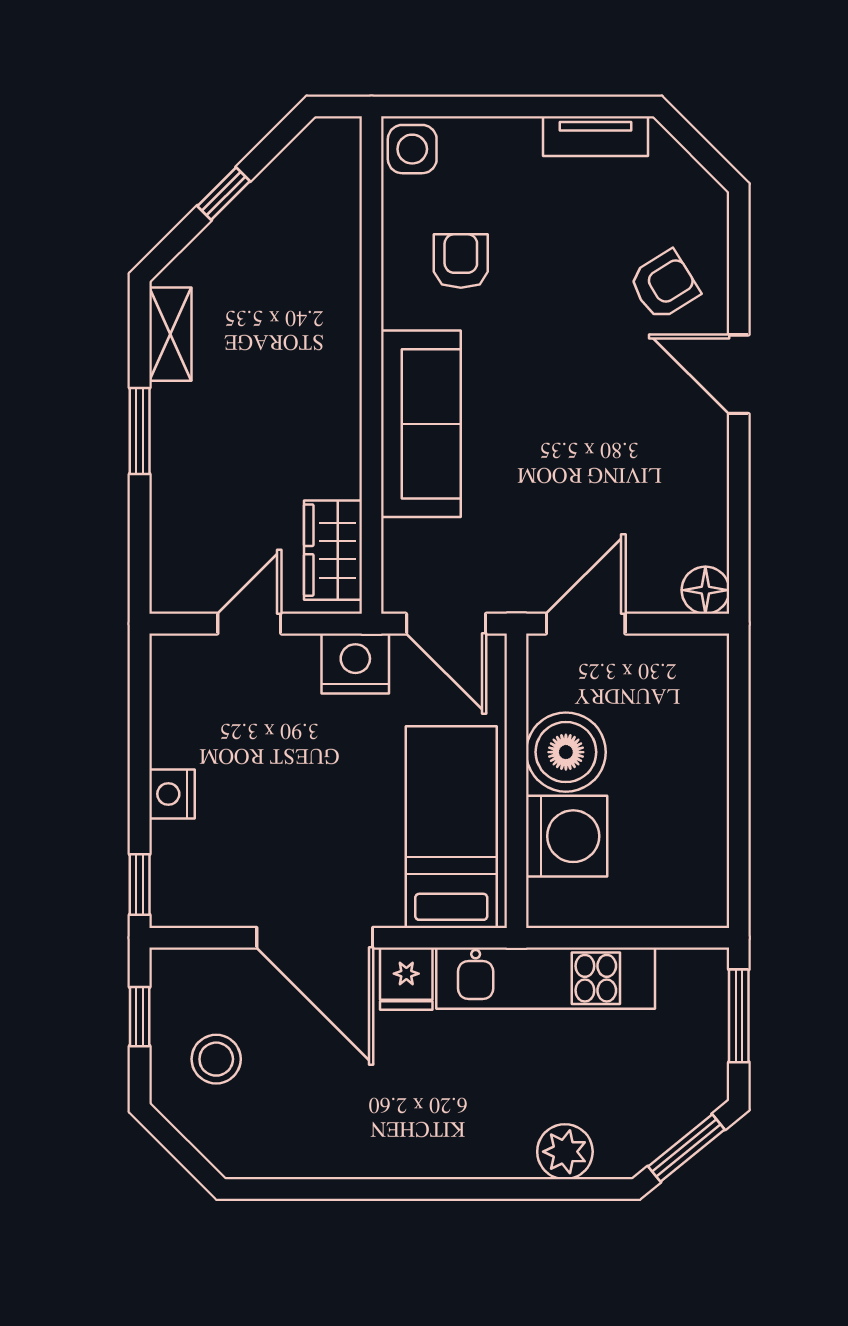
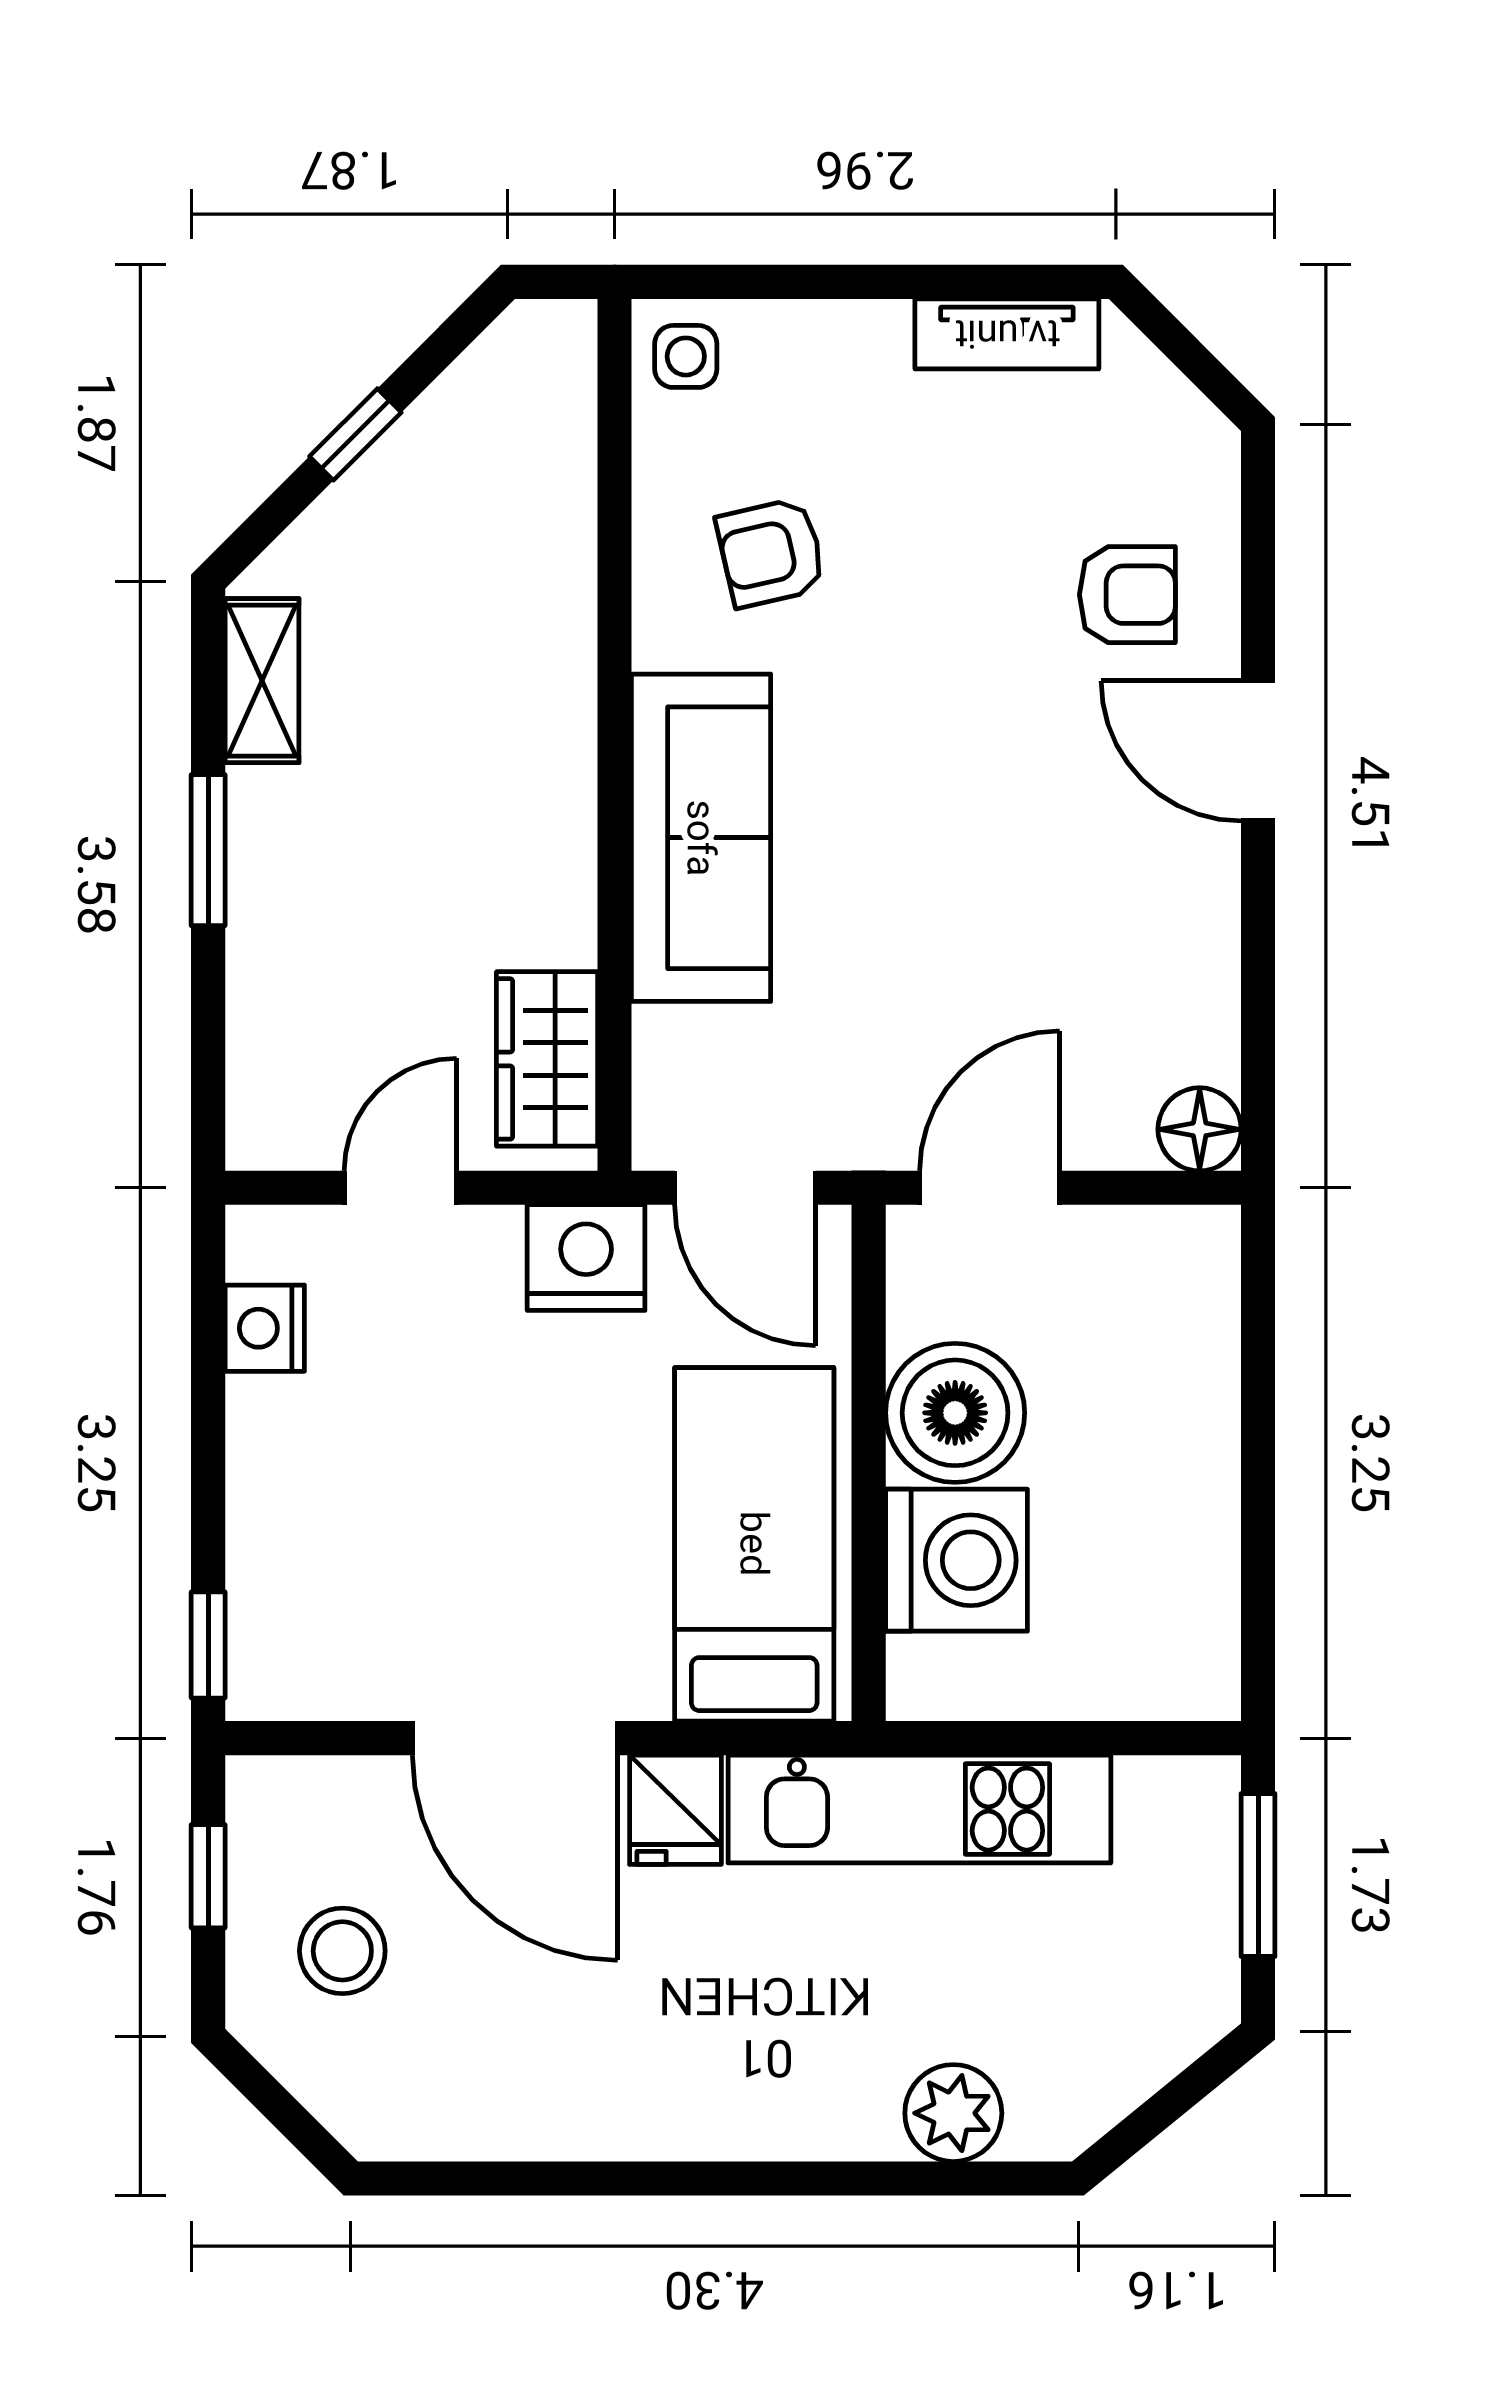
side table: (412, 149) -> (686, 356), width x0.73, depth x0.73
armchair: (461, 261) -> (771, 553), turned -103
armchair: (664, 285) -> (1127, 595), turned 32
nightstand: (172, 794) -> (265, 1328), moved
window: (686, 1148) -> (1166, 2107), removed

